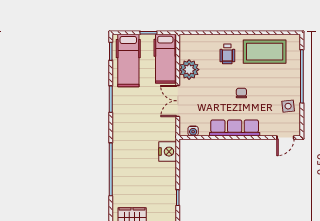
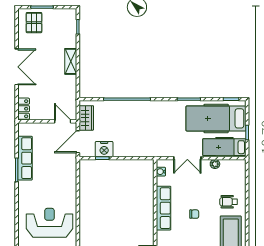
hospital bed: (128, 61) -> (216, 118), width x1.37, depth x1.29
plant: (189, 70) -> (215, 164), width x0.53, depth x0.53
double door: (178, 101) -> (187, 158), swing flipped
nightstand: (168, 152) -> (104, 149), moved

